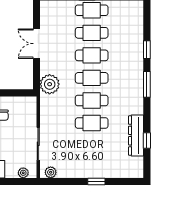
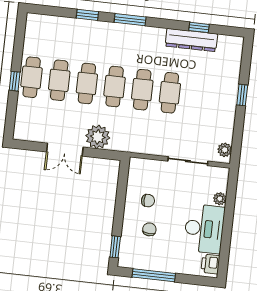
plant: (50, 84) -> (98, 137), moved
plant: (23, 173) -> (220, 199), moved

